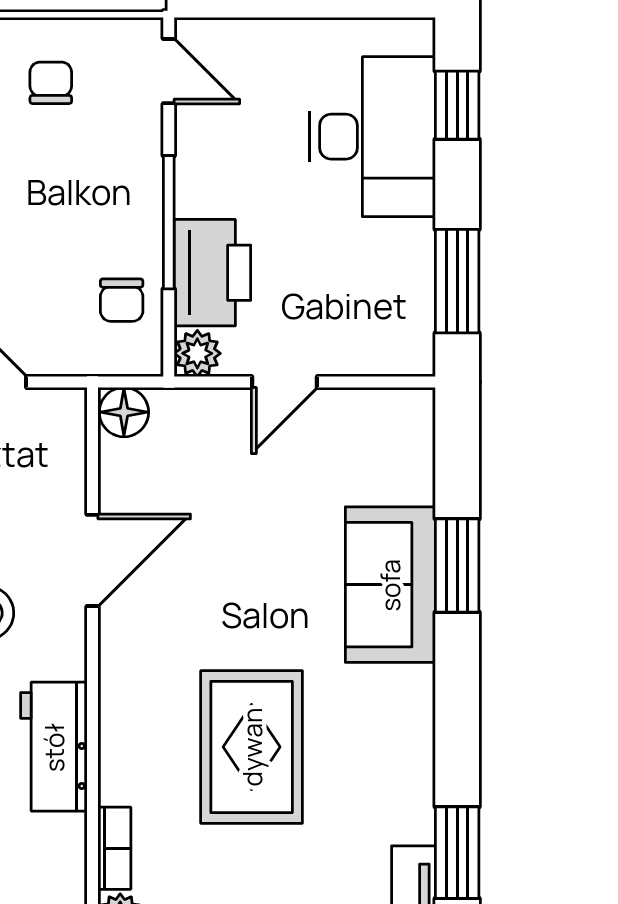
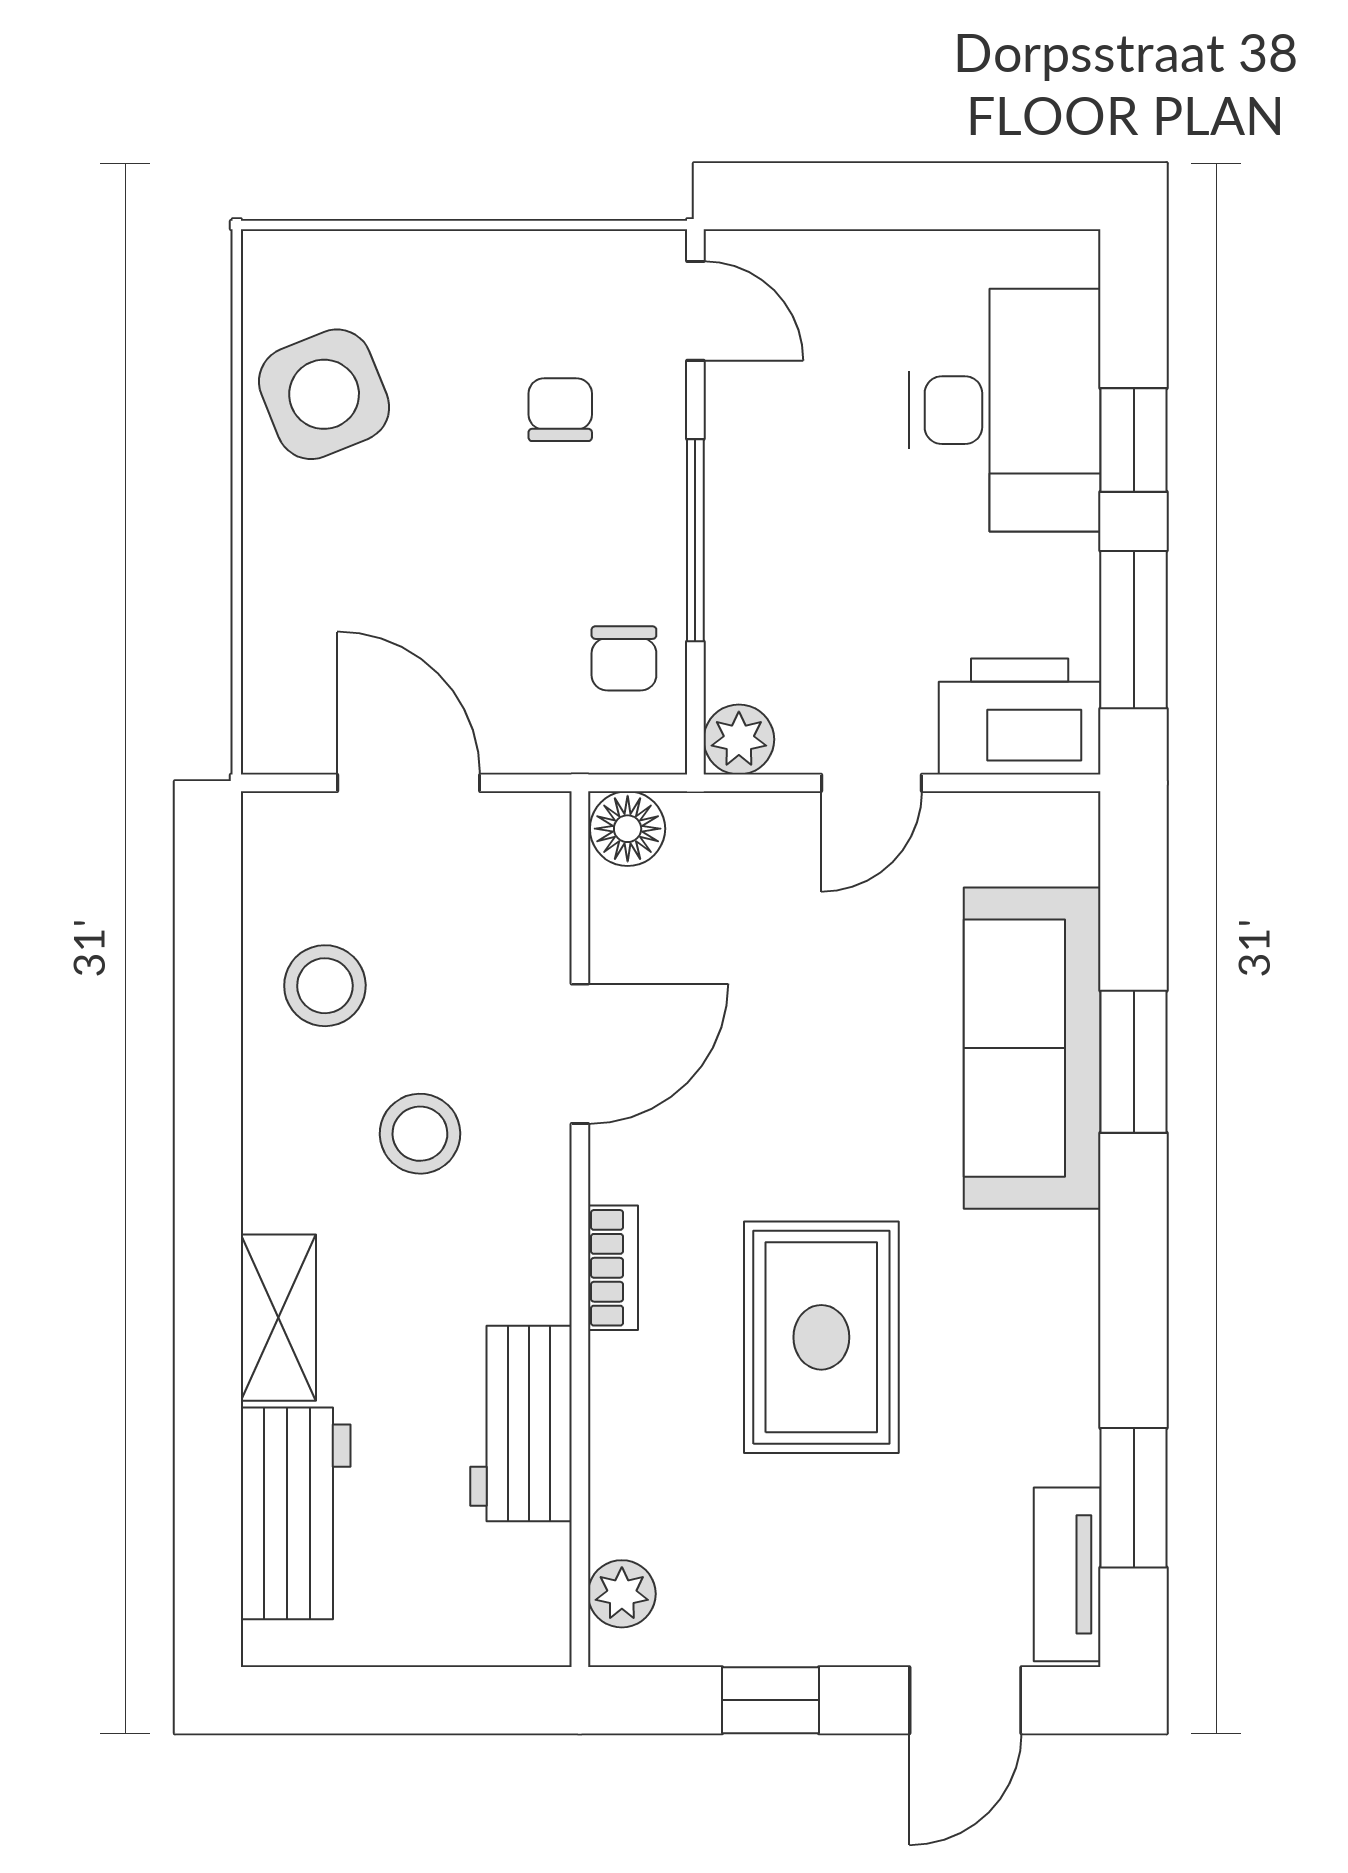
chair: (51, 83) -> (560, 410), moved
window: (457, 105) -> (1134, 440), moved
printer: (212, 273) -> (1020, 717), moved, turned -90
sofa: (390, 585) -> (1032, 1048), width x1.36
workbench: (54, 747) -> (521, 1424), moved
bookcase: (114, 848) -> (613, 1268), moved

